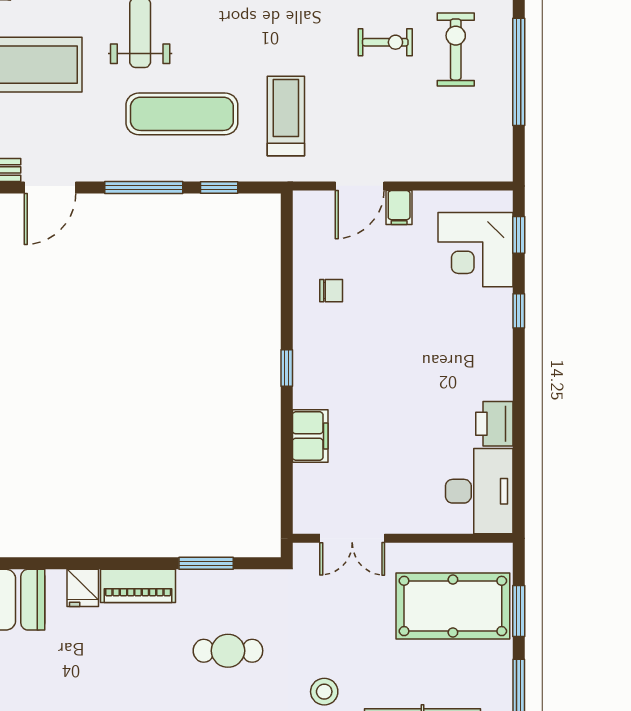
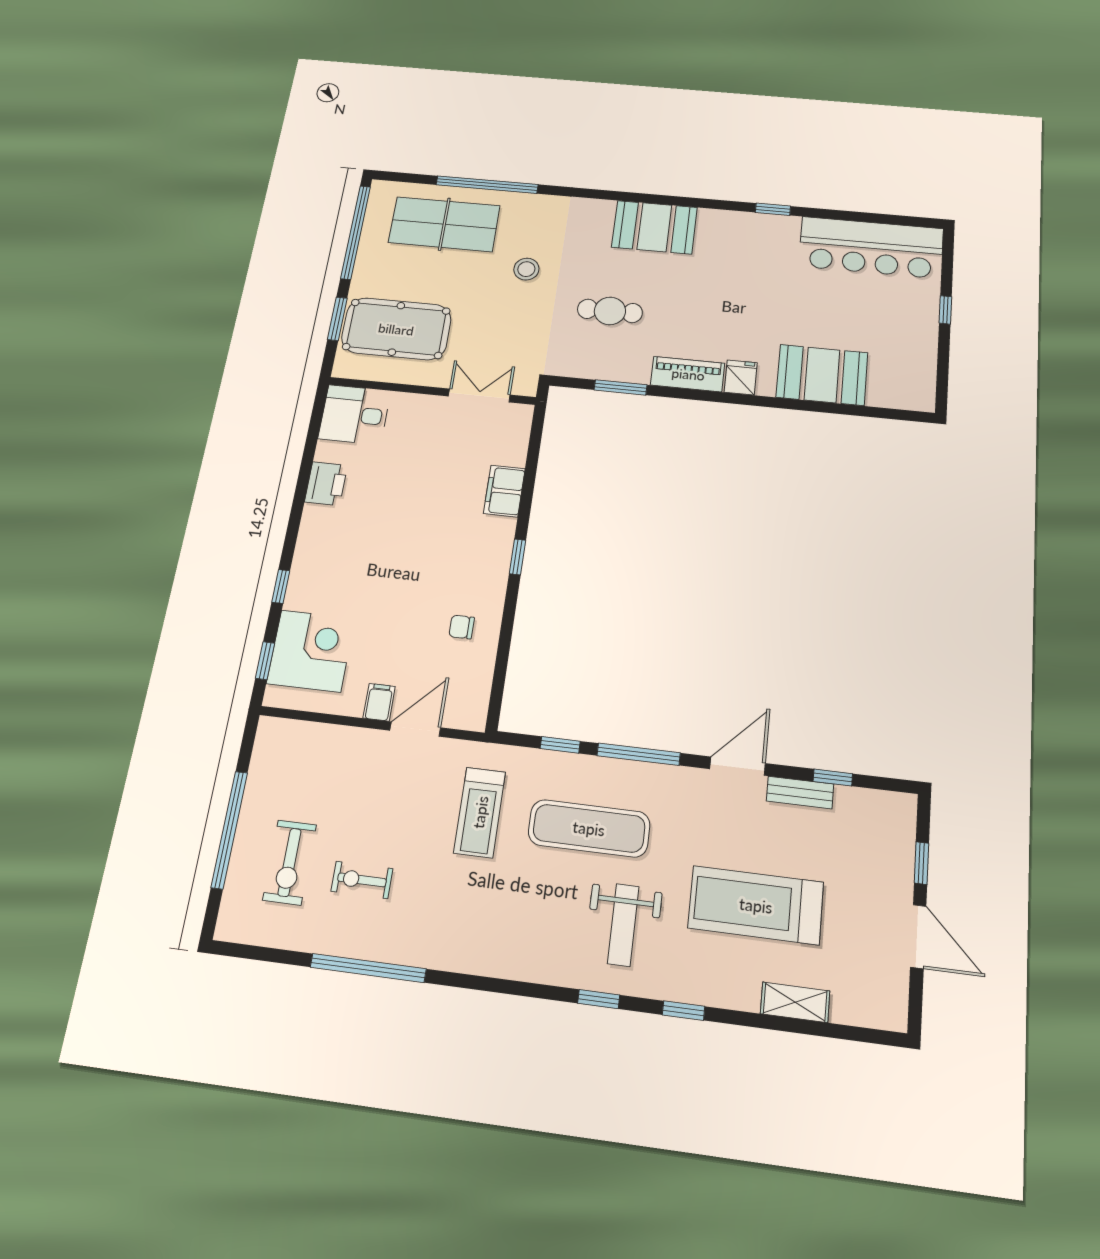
desk: (479, 491) -> (355, 415), width x0.73

